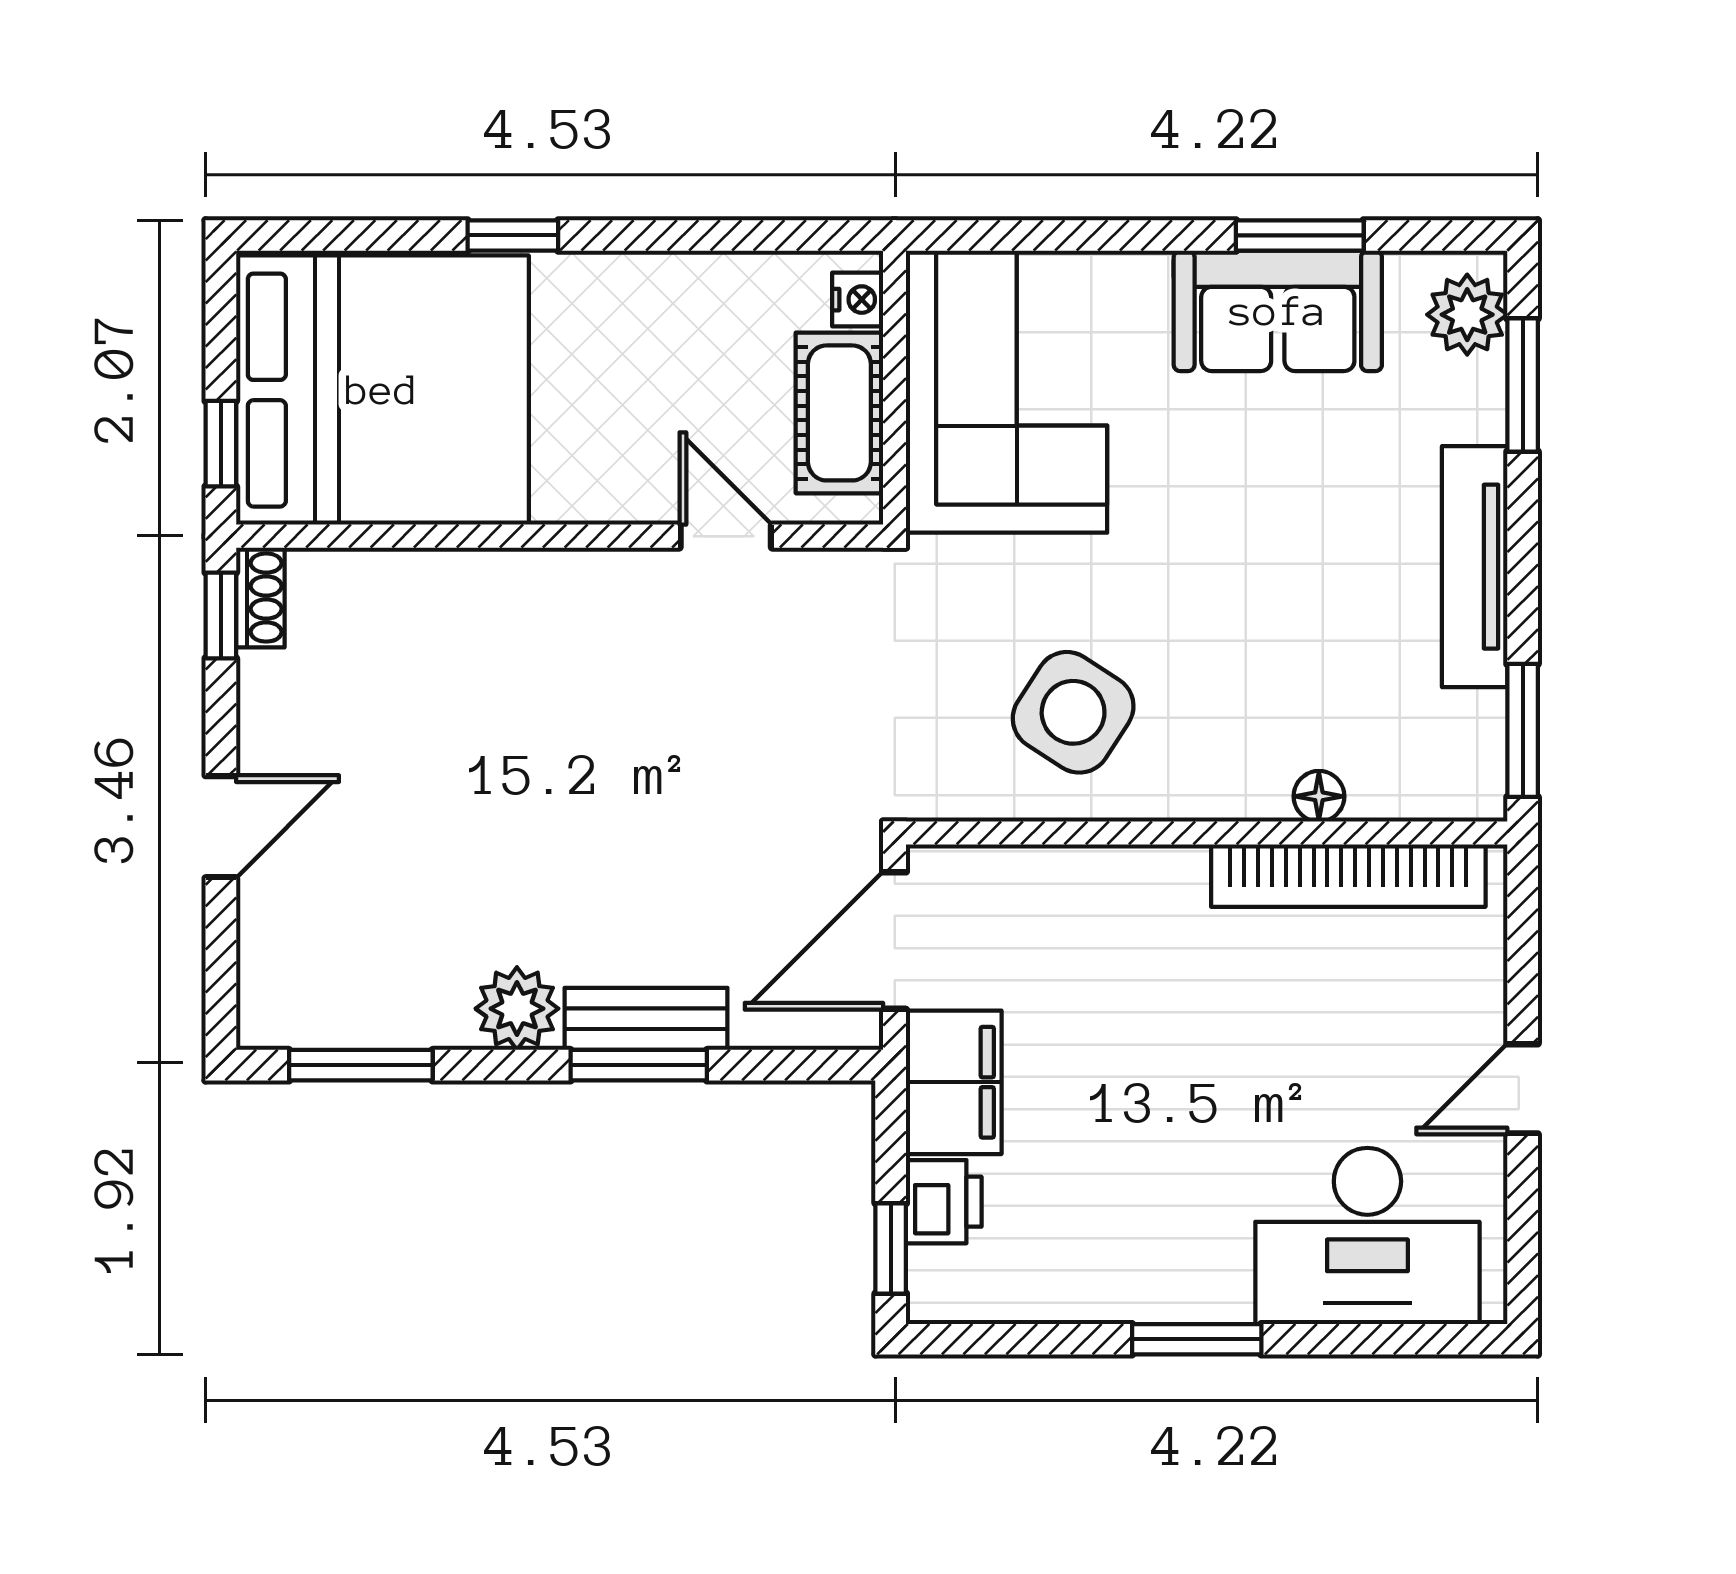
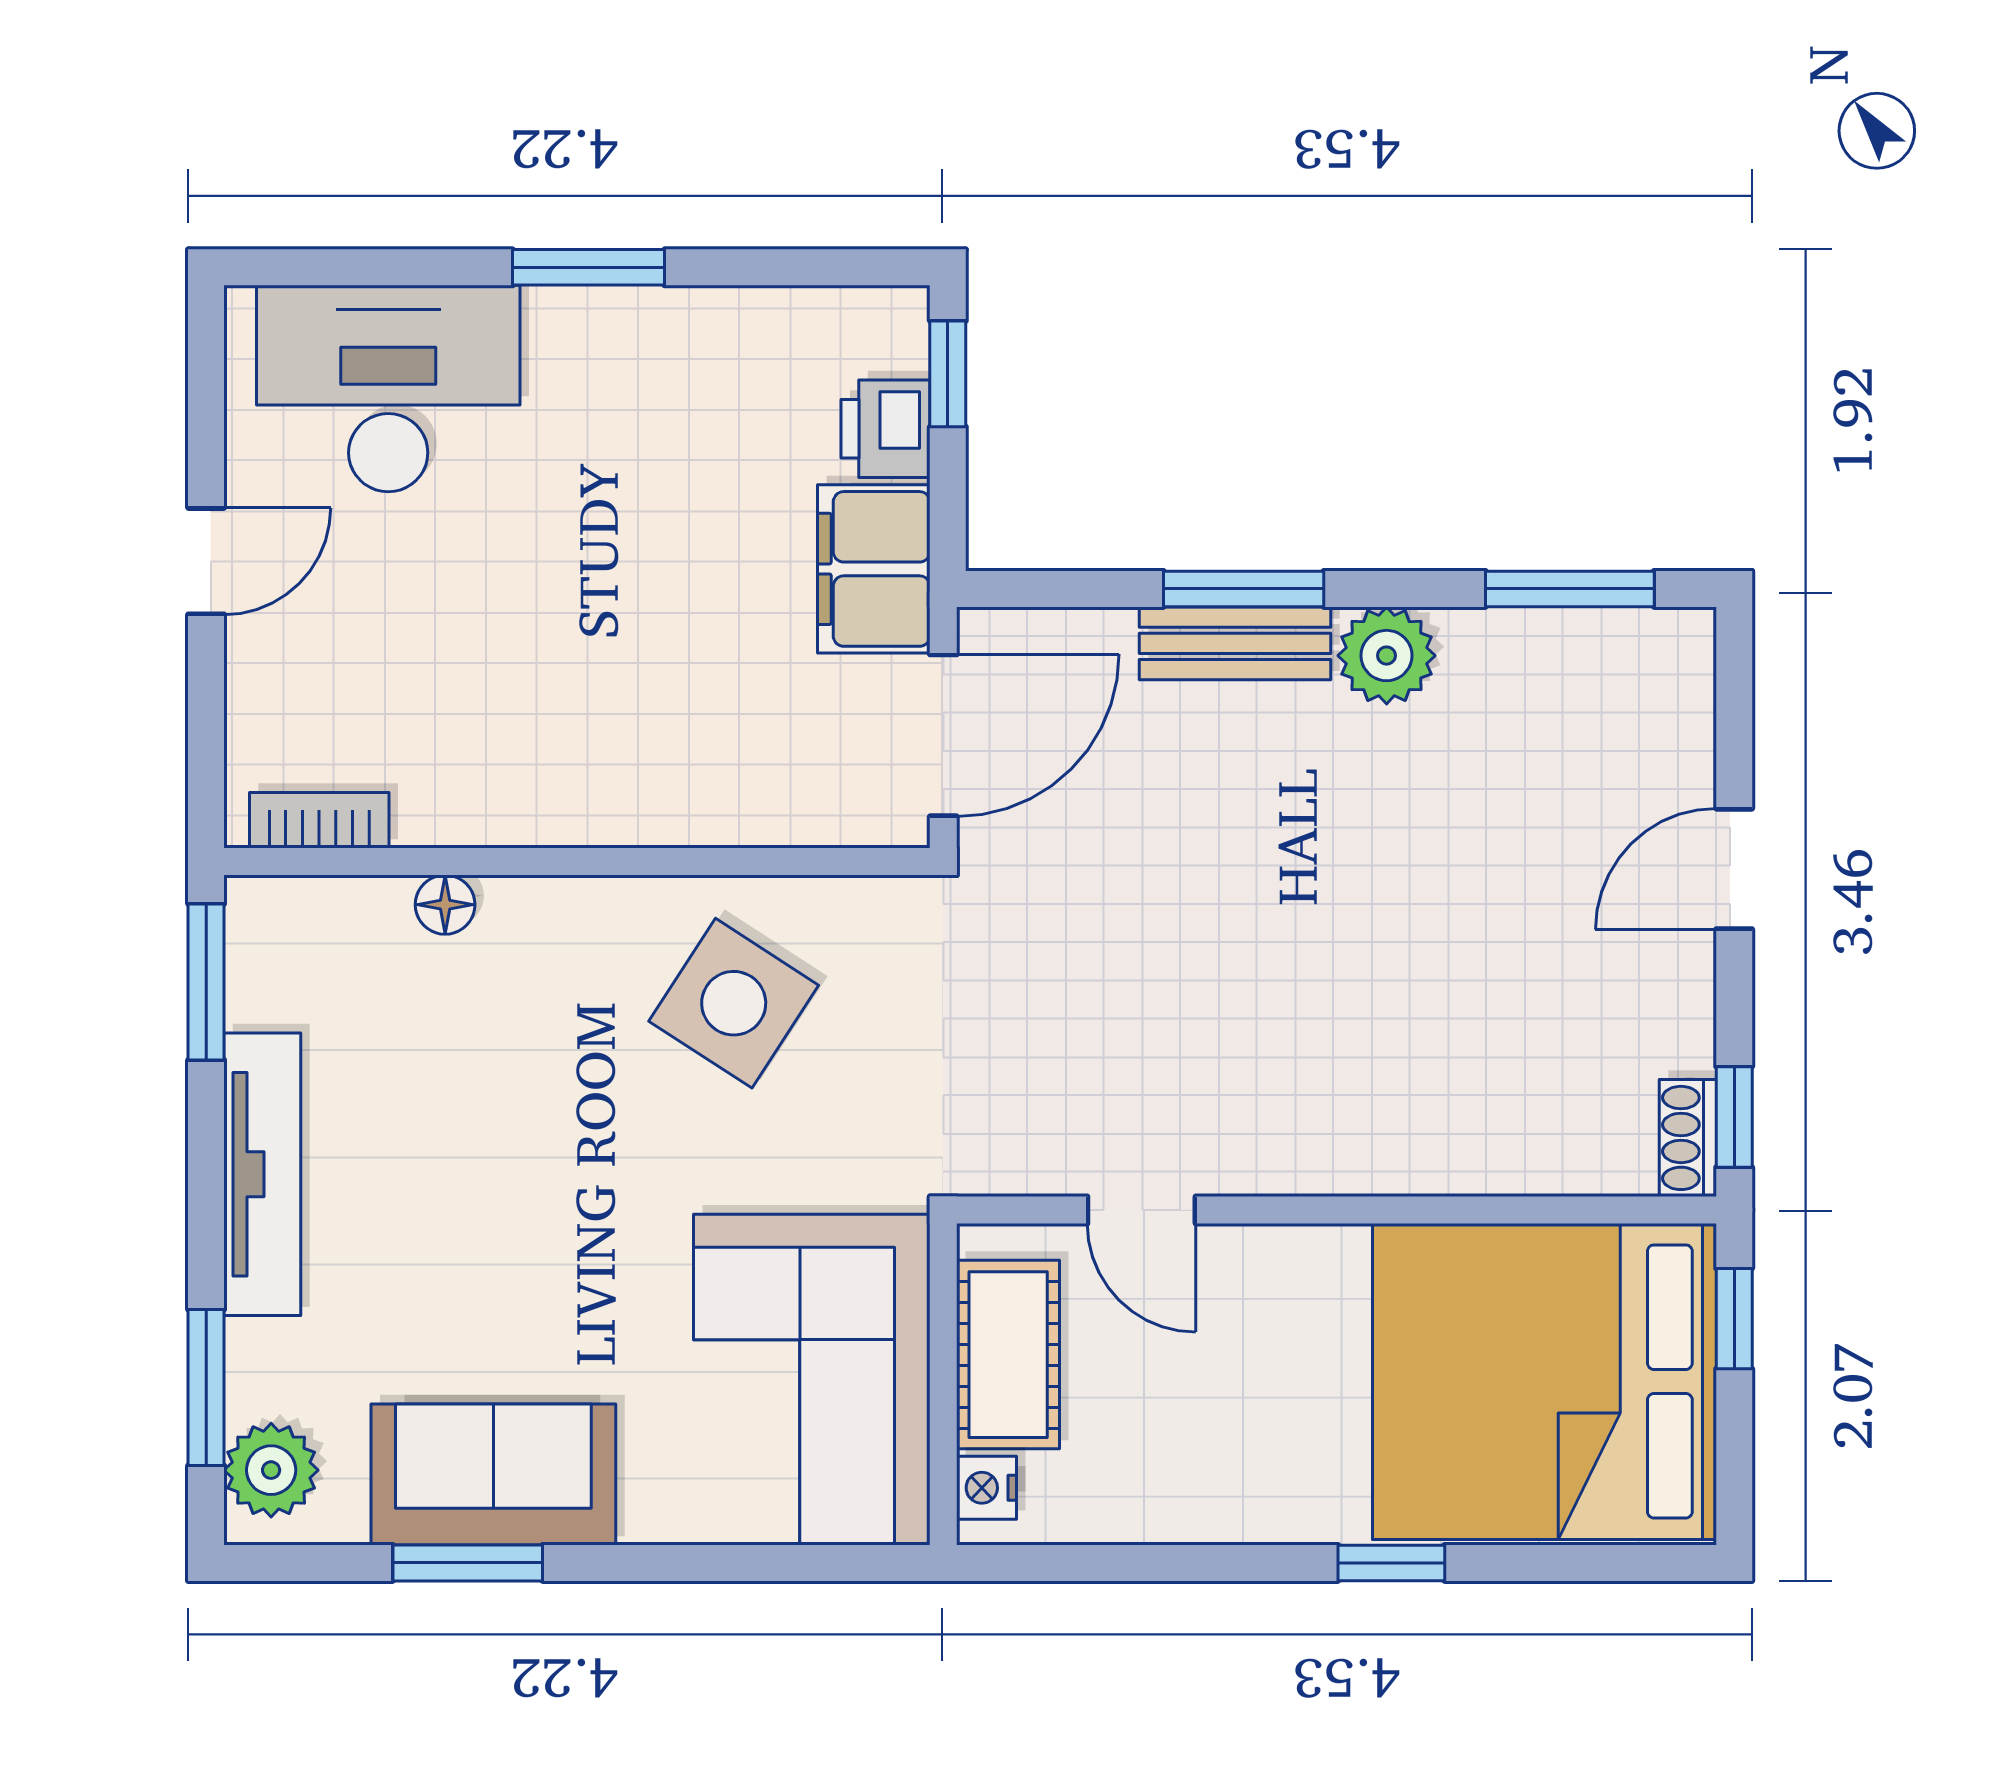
bookcase: (1348, 876) -> (319, 820), width x0.43, depth x0.76

